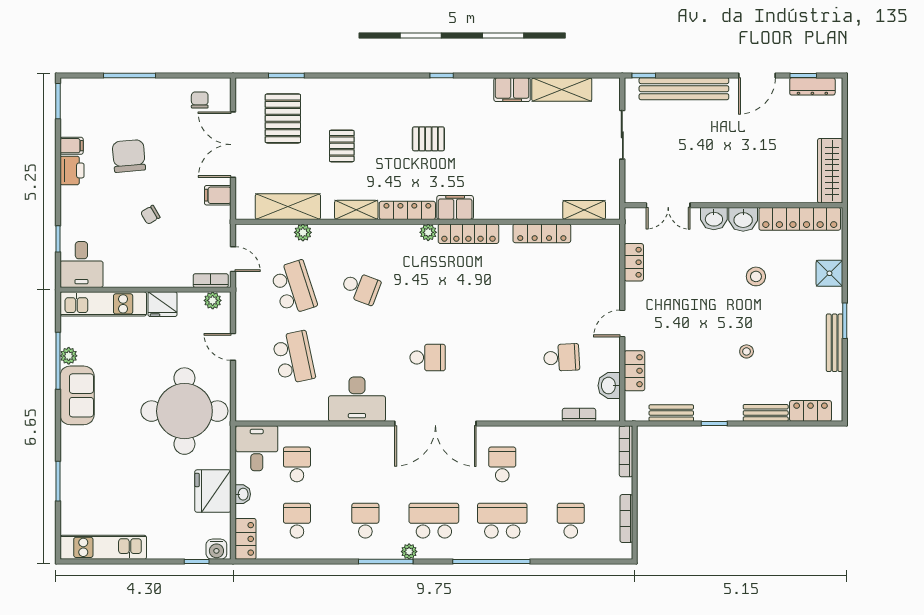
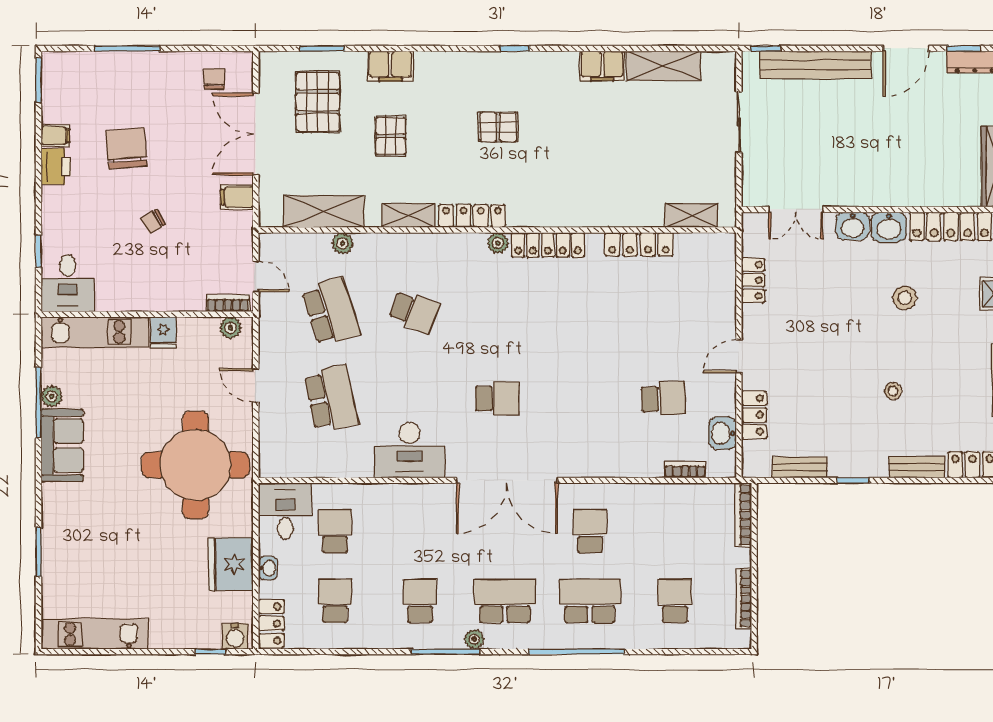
filing cabinet: (455, 208) -> (390, 66), moved, turned 180
fridge: (163, 304) -> (163, 332), width x0.72

